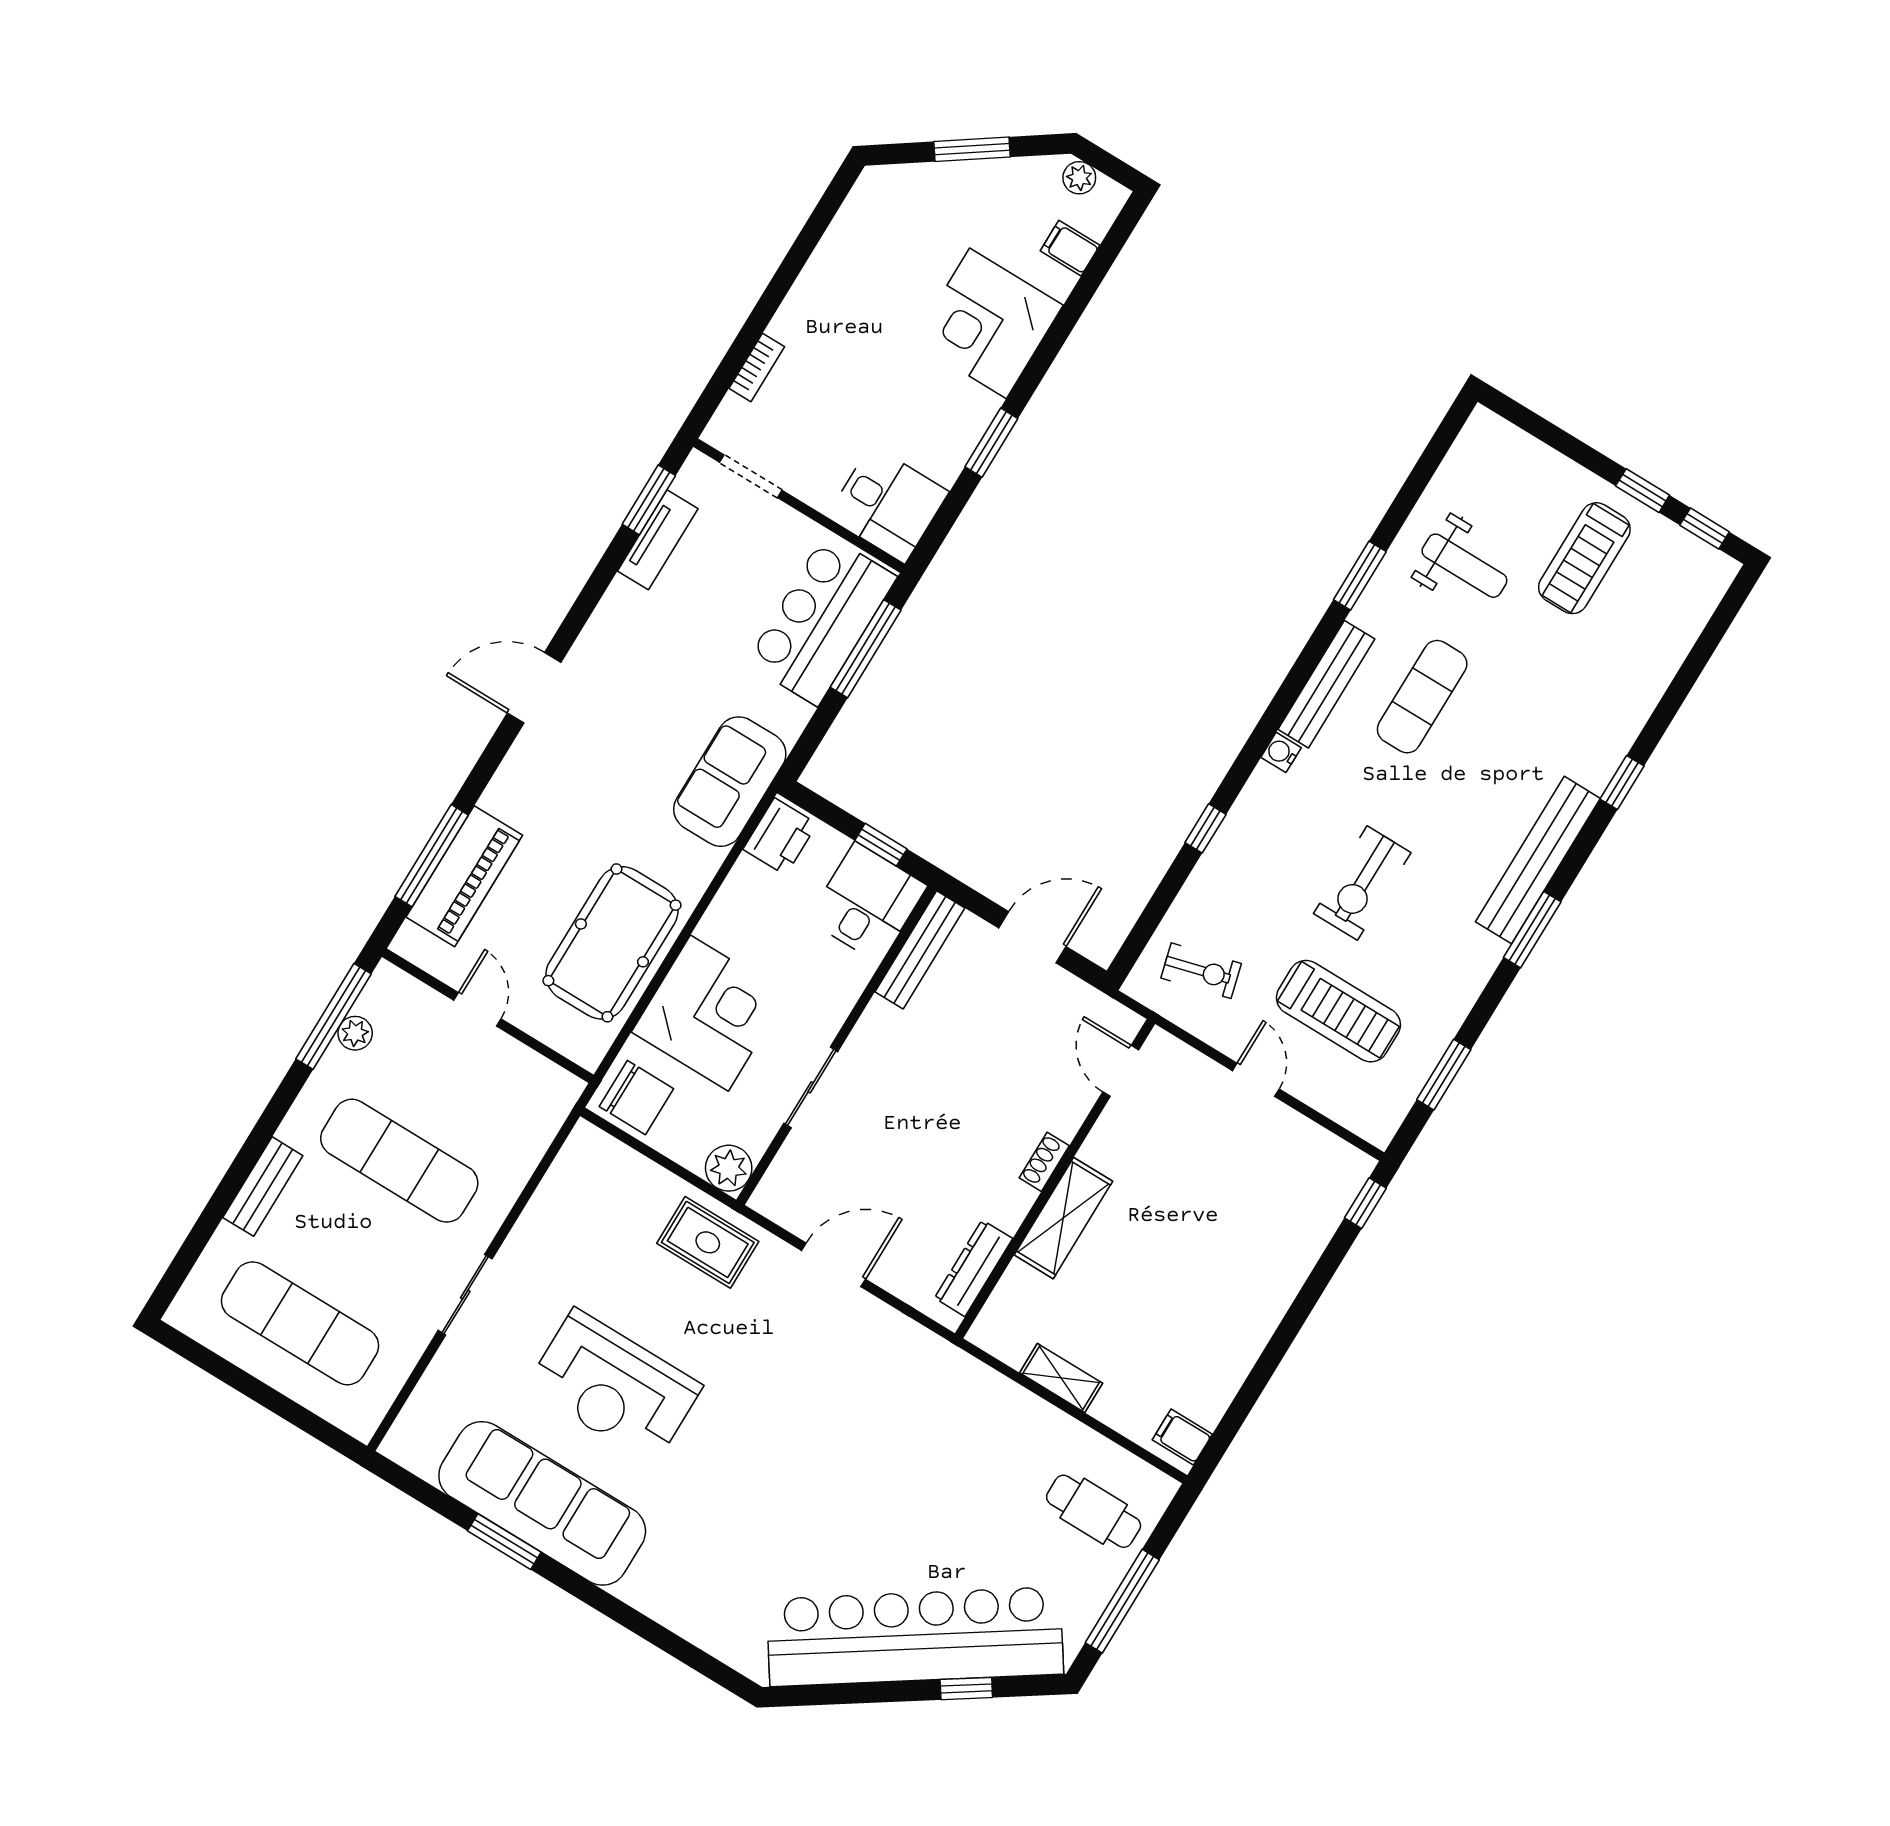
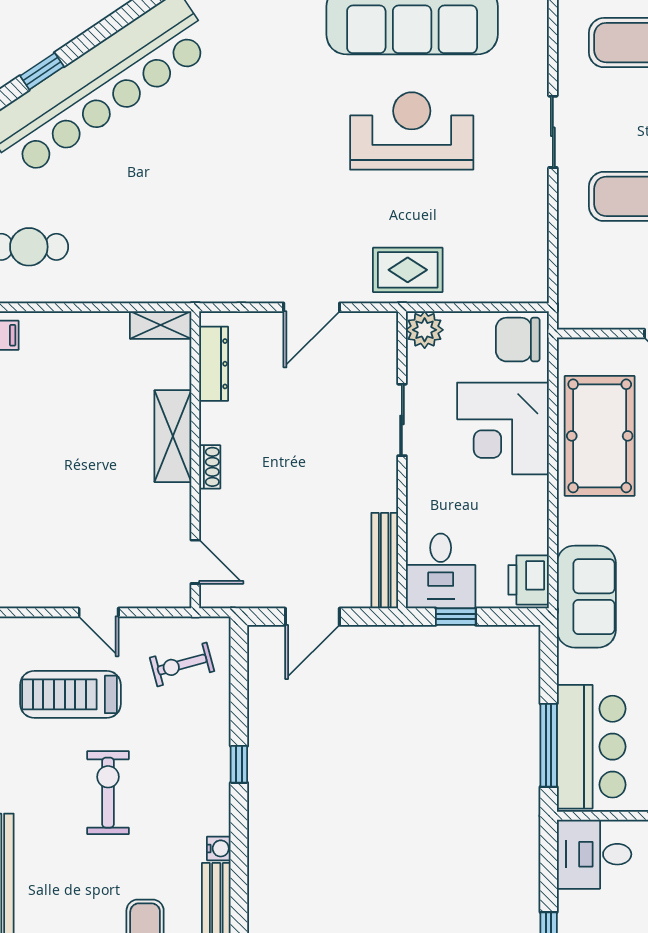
shelving: (1061, 1378) -> (161, 325), moved

